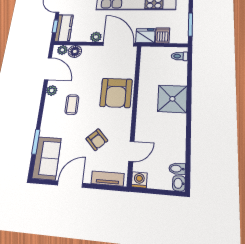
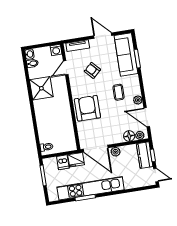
shower: (172, 99) -> (41, 88), moved
sofa: (47, 158) -> (126, 54), width x1.36
door: (70, 184) -> (103, 36), swing flipped

